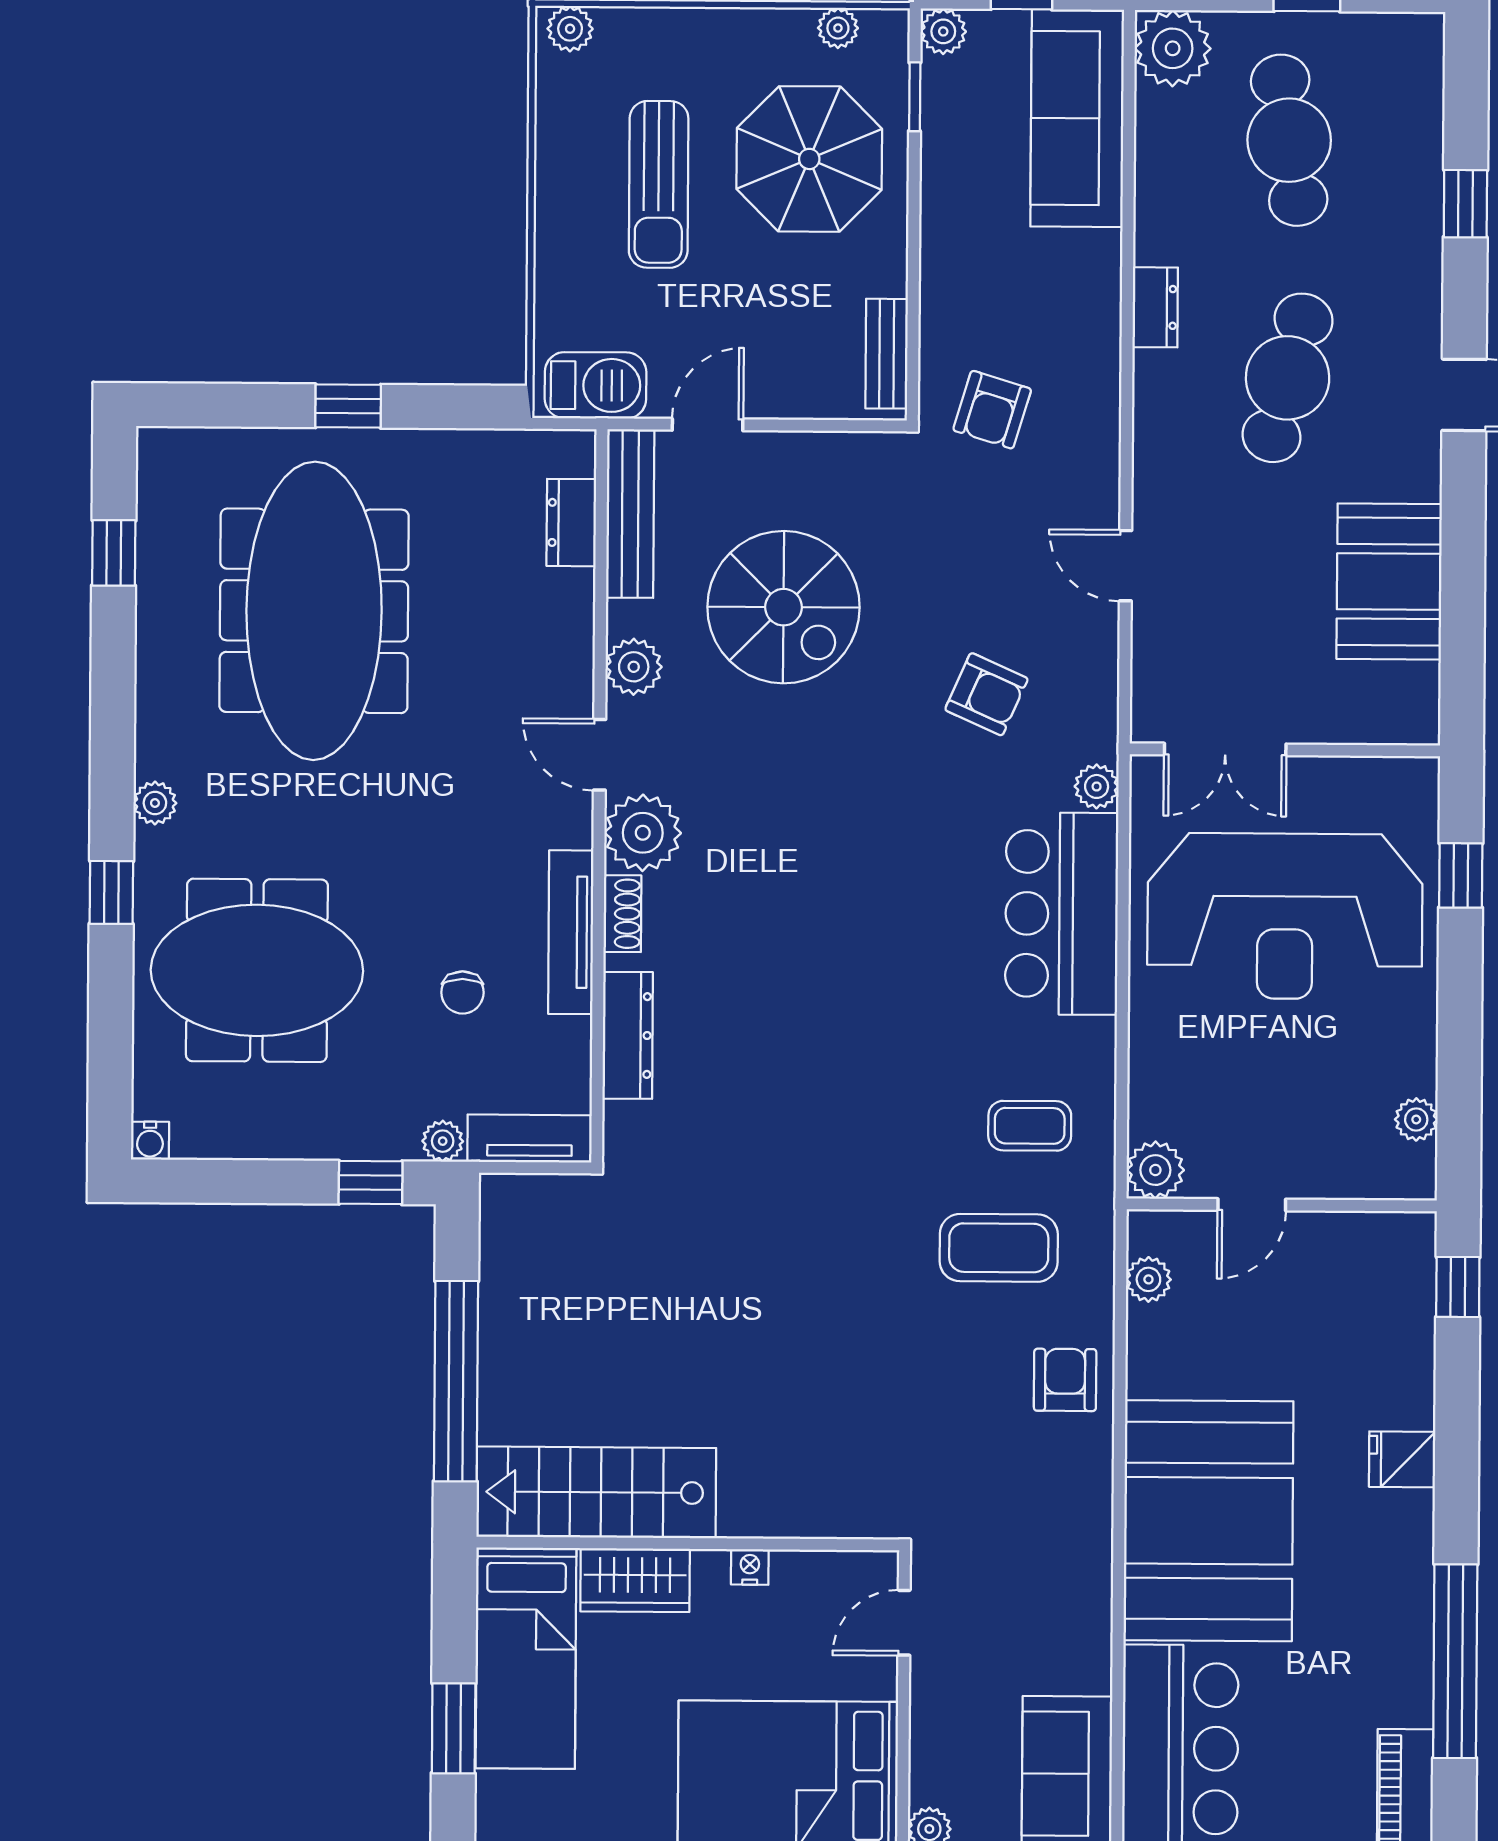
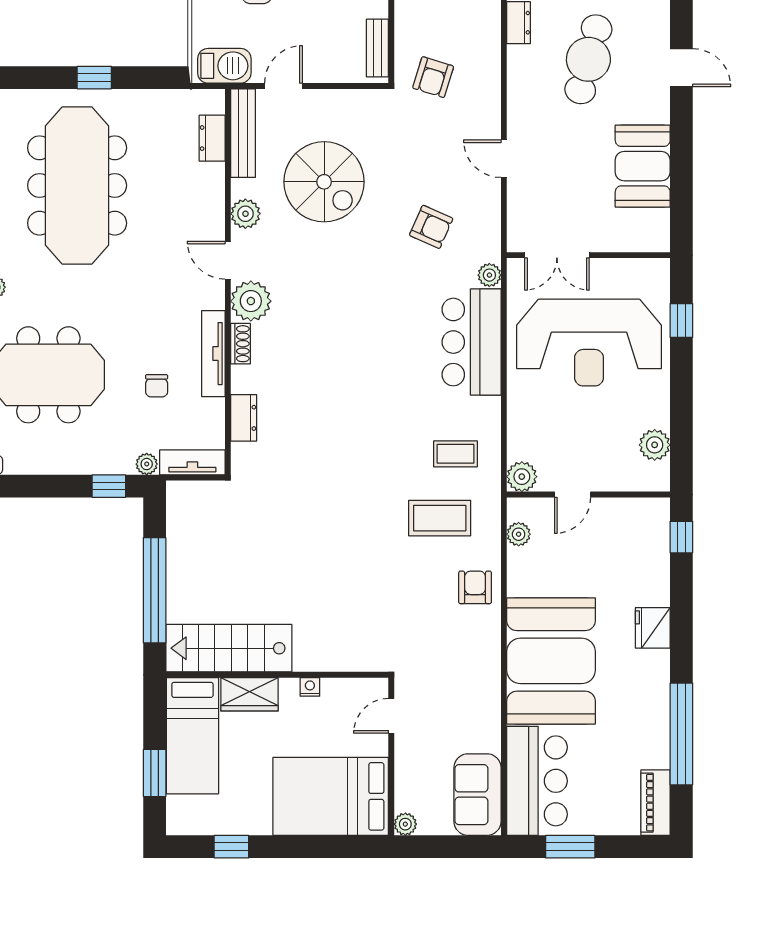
dresser: (628, 1035) -> (244, 418), width x0.70
plant: (1416, 1119) -> (655, 445), width x1.38, depth x1.38
fridge: (1402, 1459) -> (653, 628), width x1.38

